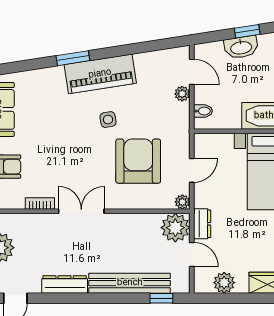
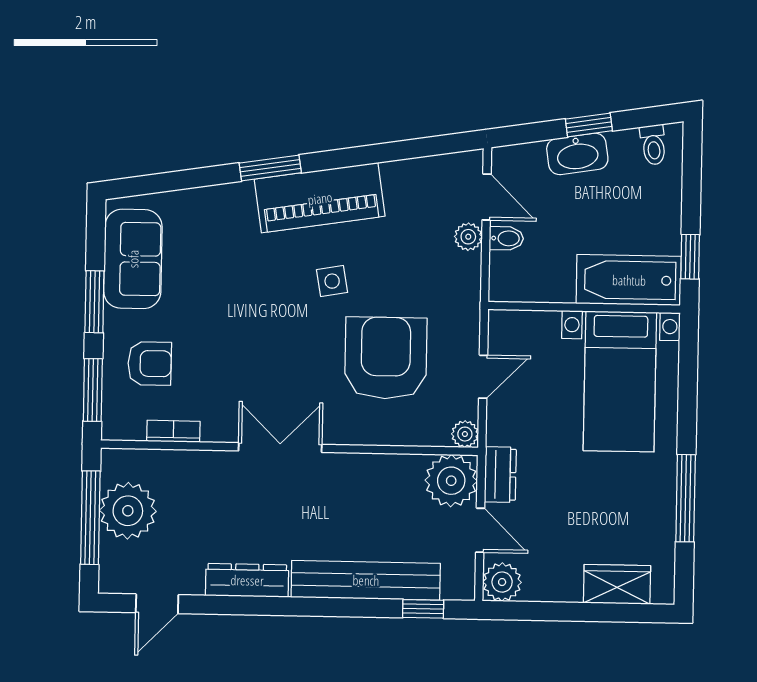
bidet: (203, 111) -> (506, 238), moved
bookcase: (40, 204) -> (173, 431), moved
plant: (224, 283) -> (502, 582), moved

